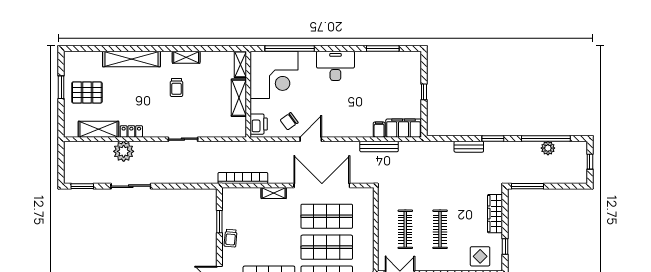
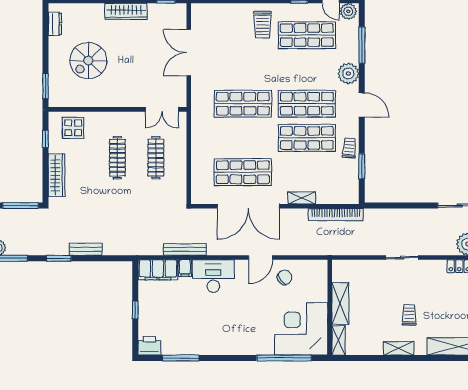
desk: (335, 66) -> (213, 276), moved, turned 180
printer: (259, 124) -> (149, 346), moved, turned 90
shop shelf: (327, 247) -> (307, 138), moved

